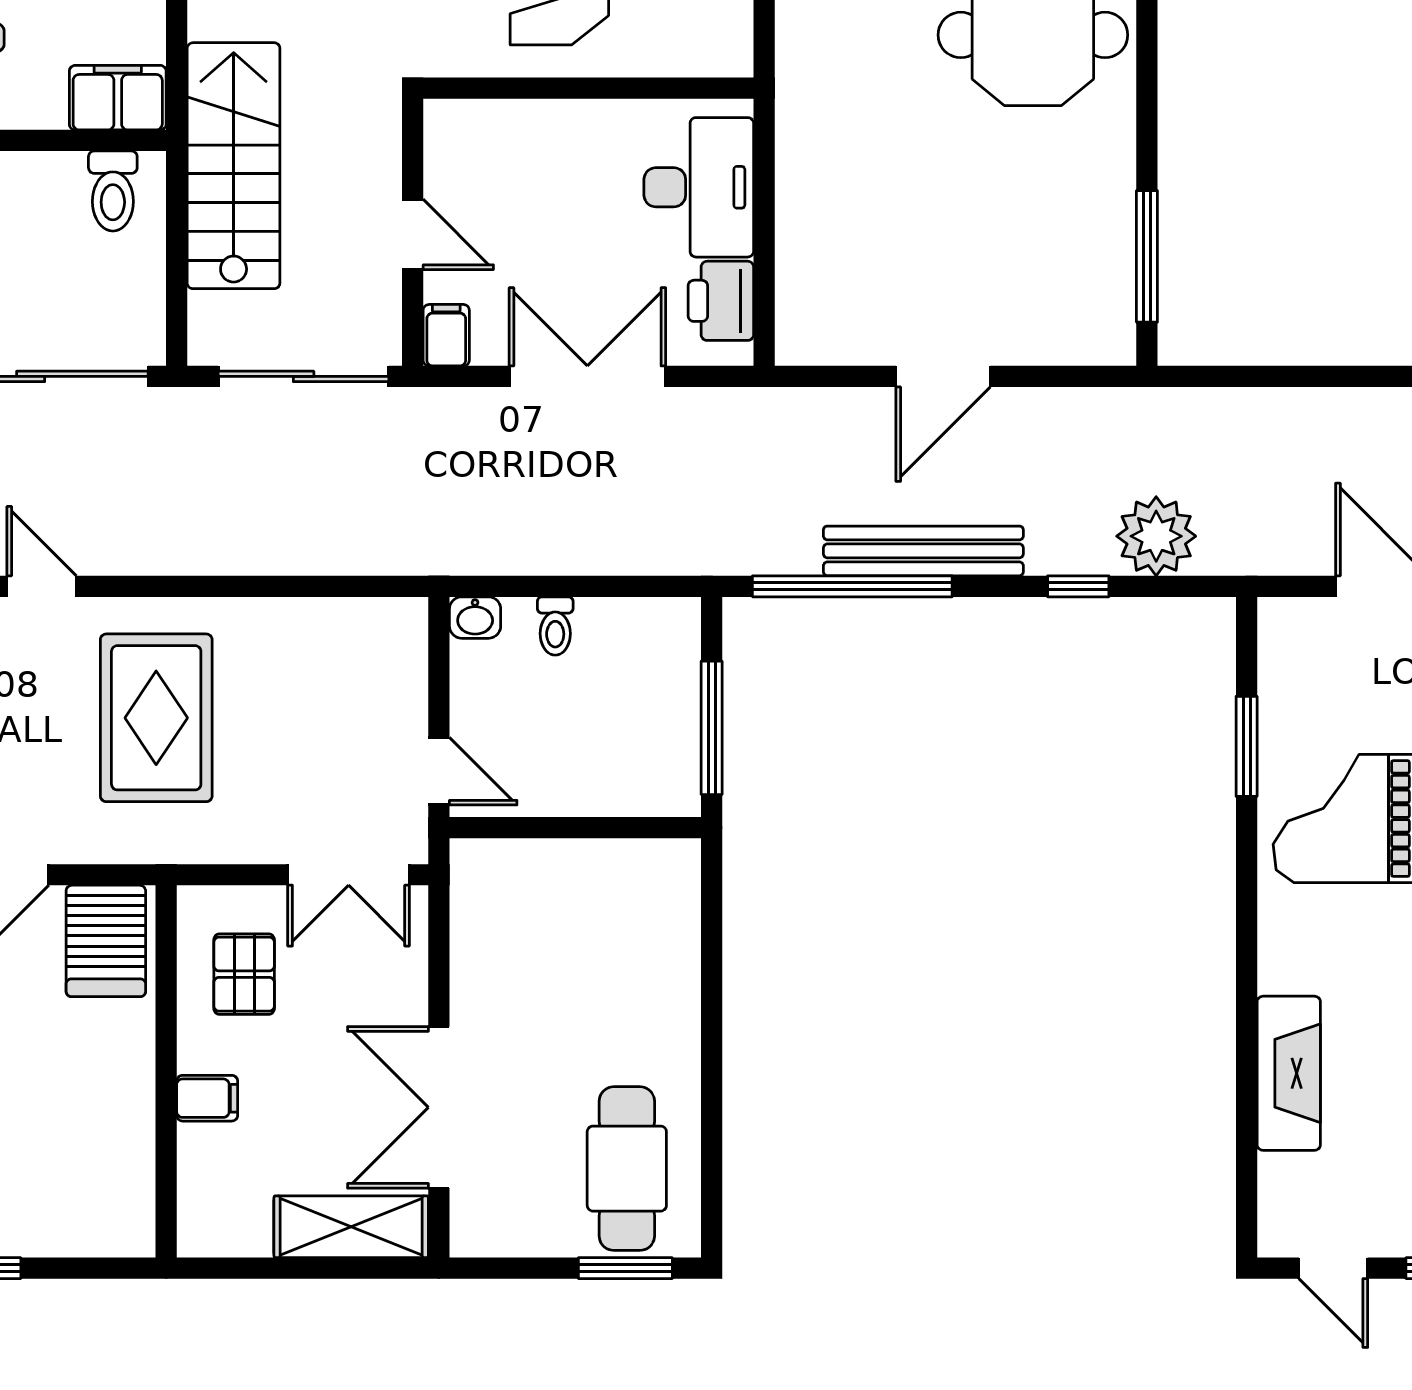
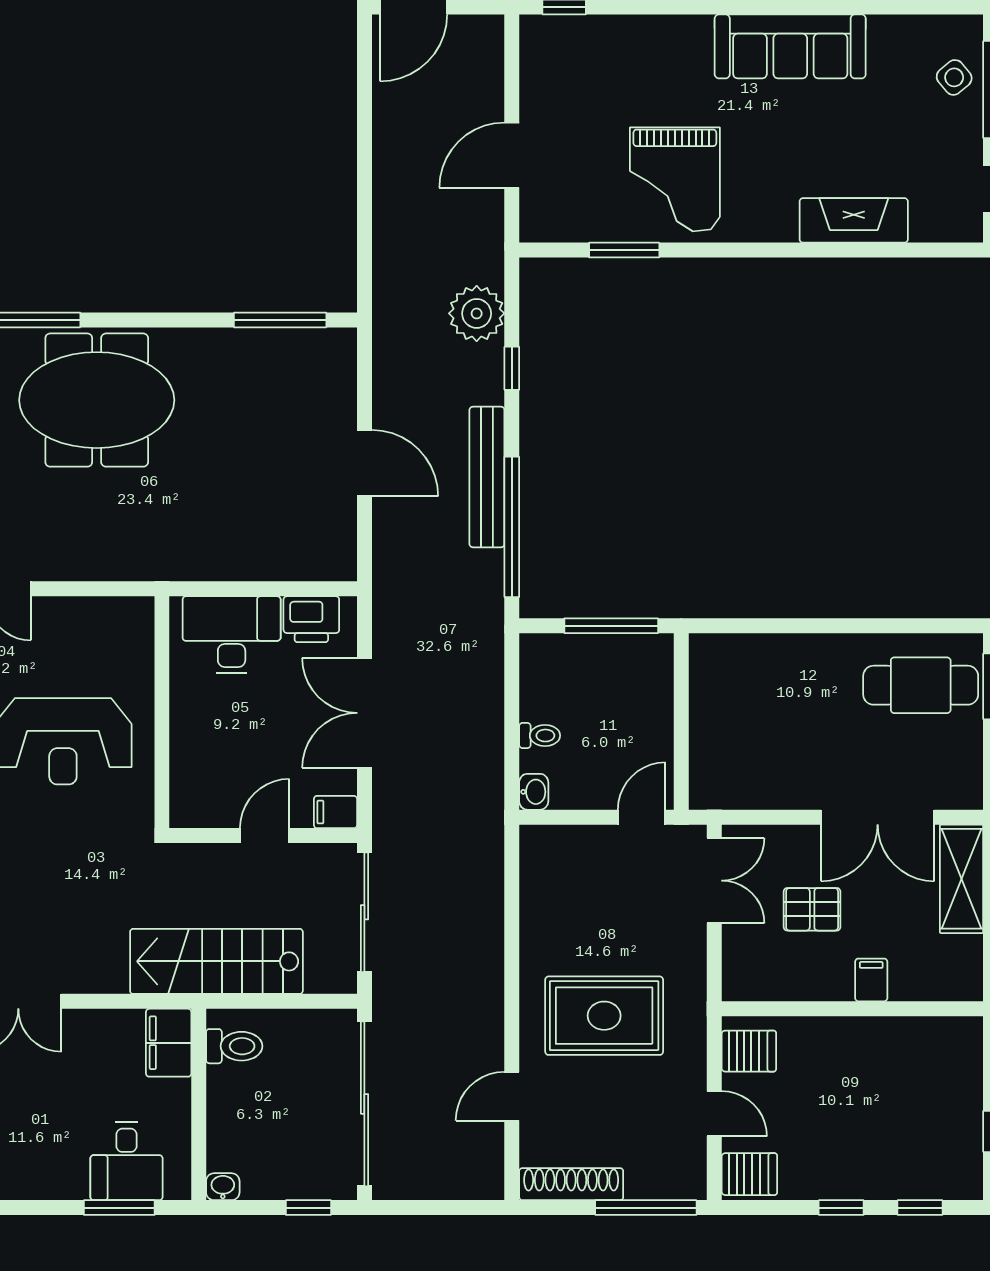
server rack: (106, 941) -> (749, 1051), width x0.73, depth x0.70
pallet: (244, 974) -> (812, 909), moved

